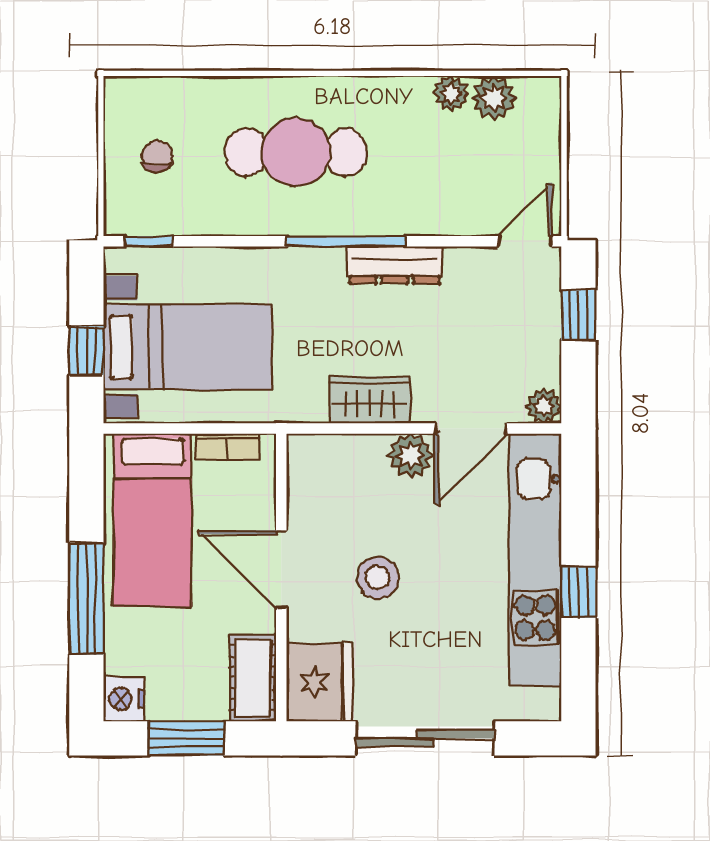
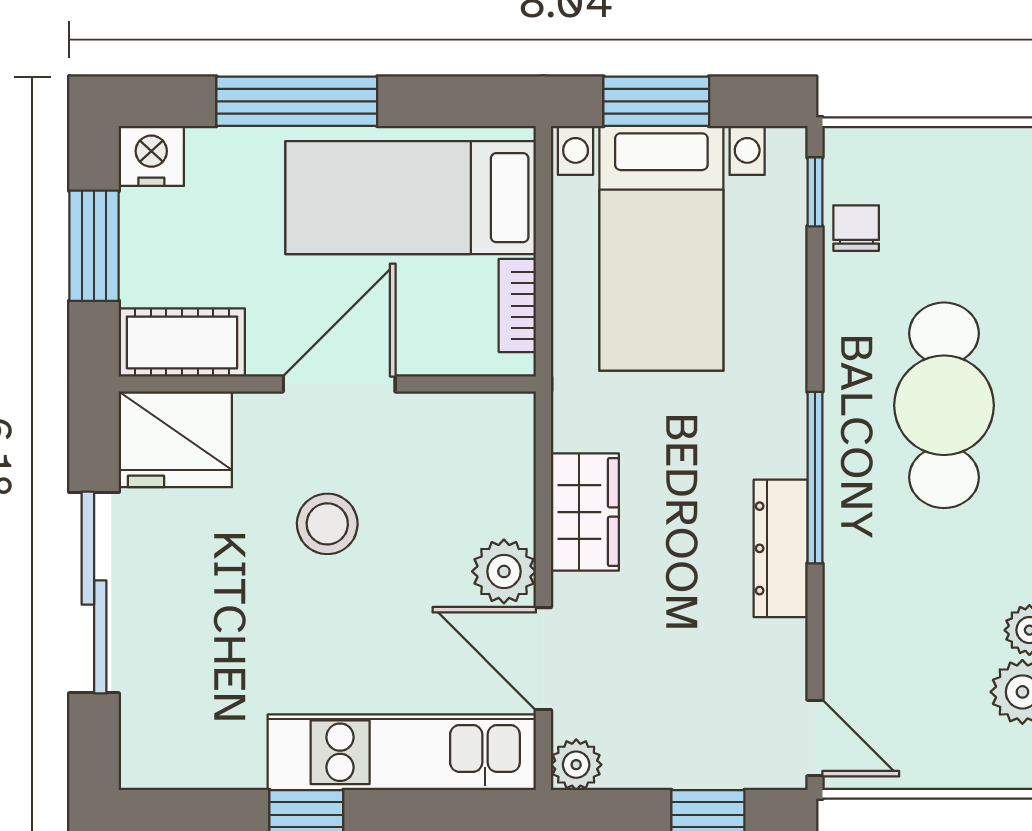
chair: (157, 156) -> (856, 228), moved, turned -90
window: (86, 351) -> (656, 101), width x1.50
kitchen unit: (535, 560) -> (402, 752), width x0.73

